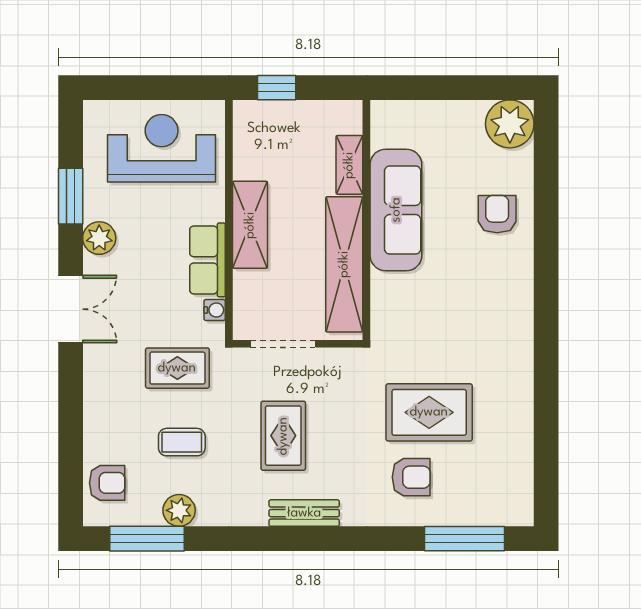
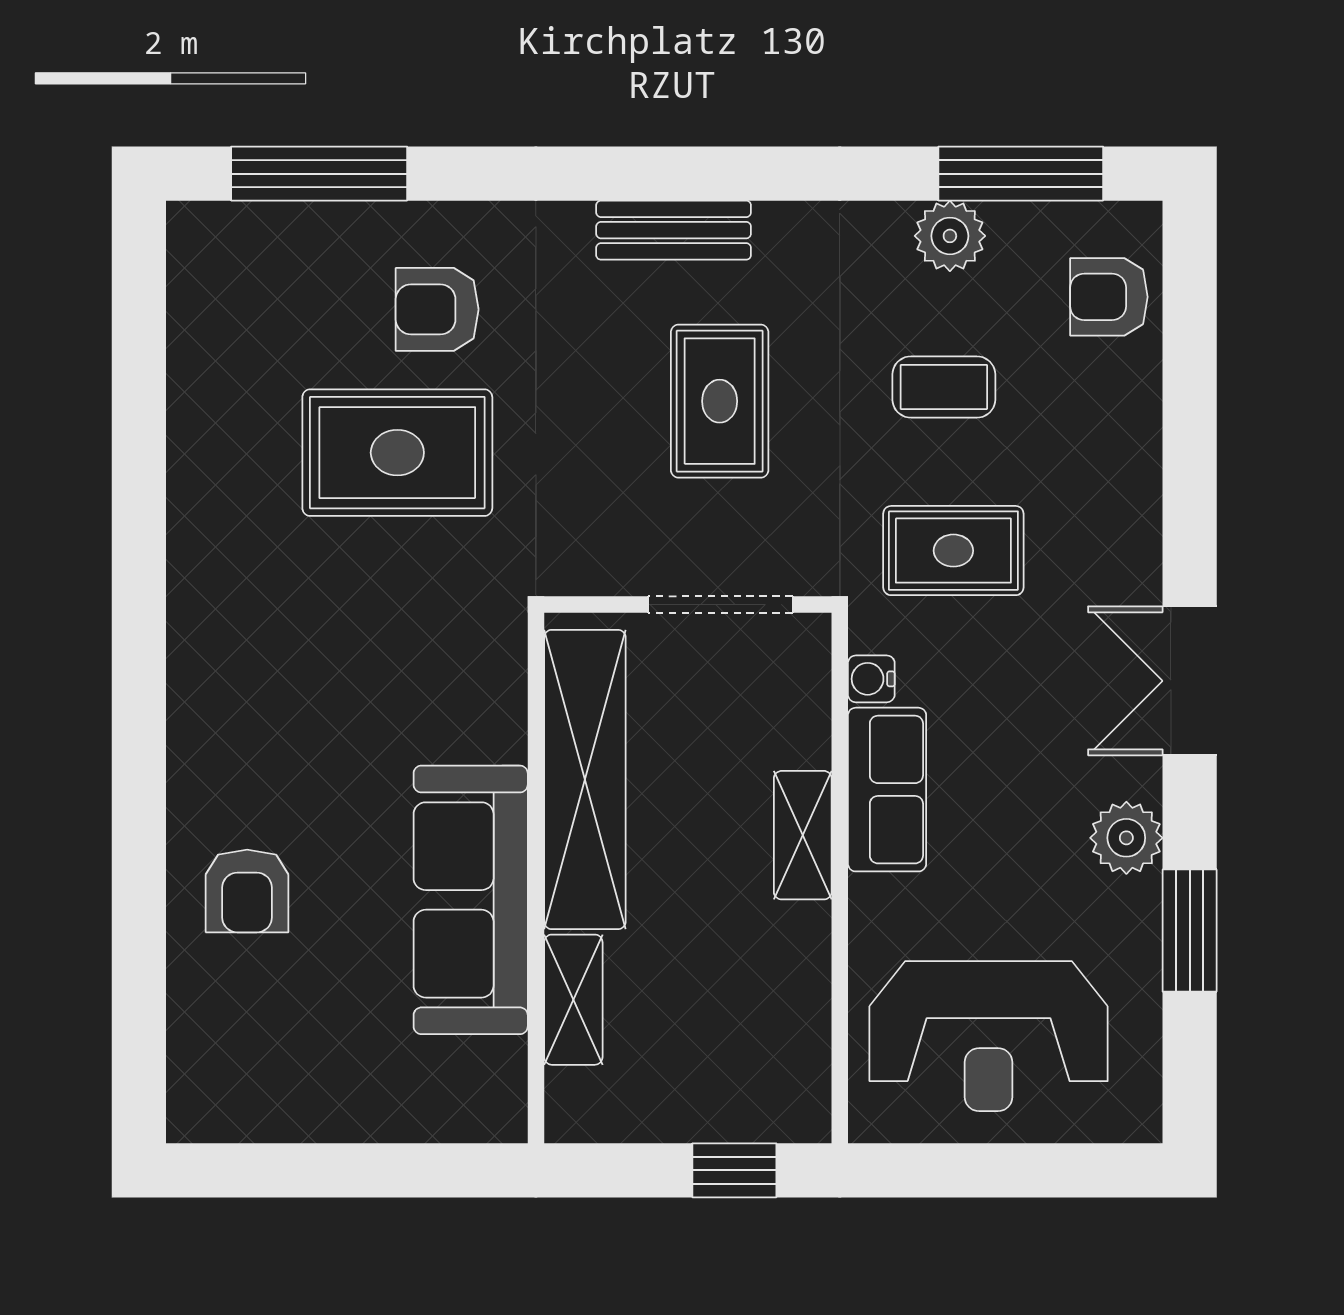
plant: (510, 124) -> (219, 1090), removed
shelving: (250, 225) -> (803, 835), width x0.67, depth x0.75

